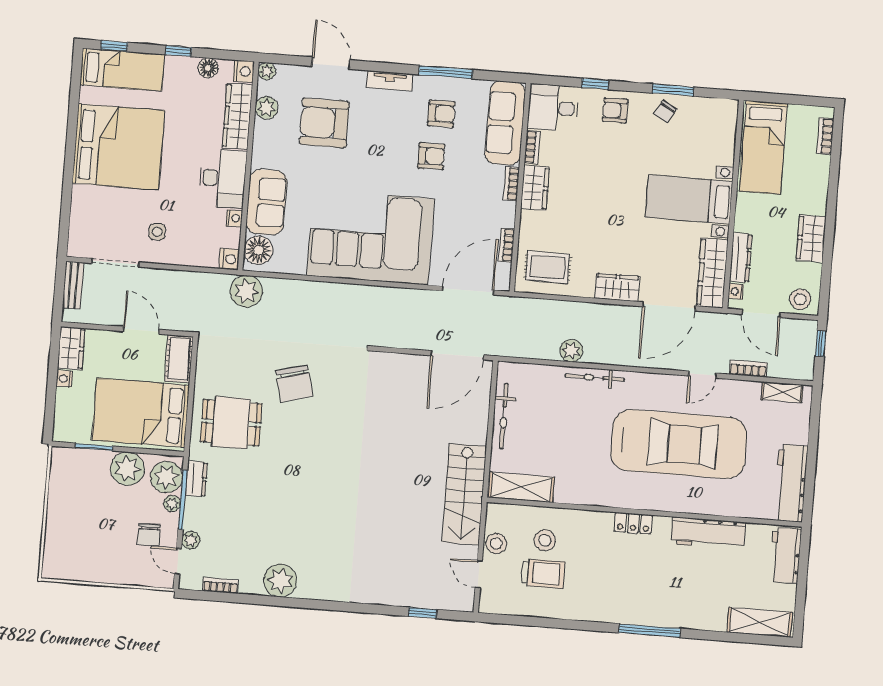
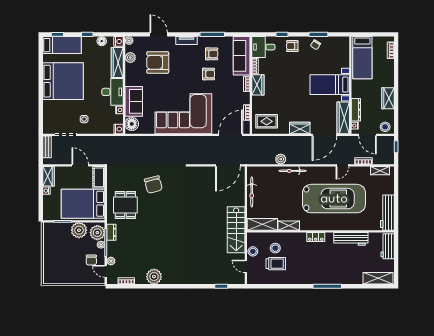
plant: (246, 291) -> (128, 143), removed
dining table: (231, 423) -> (125, 205), turned 90
shelving: (577, 494) -> (289, 226), added

